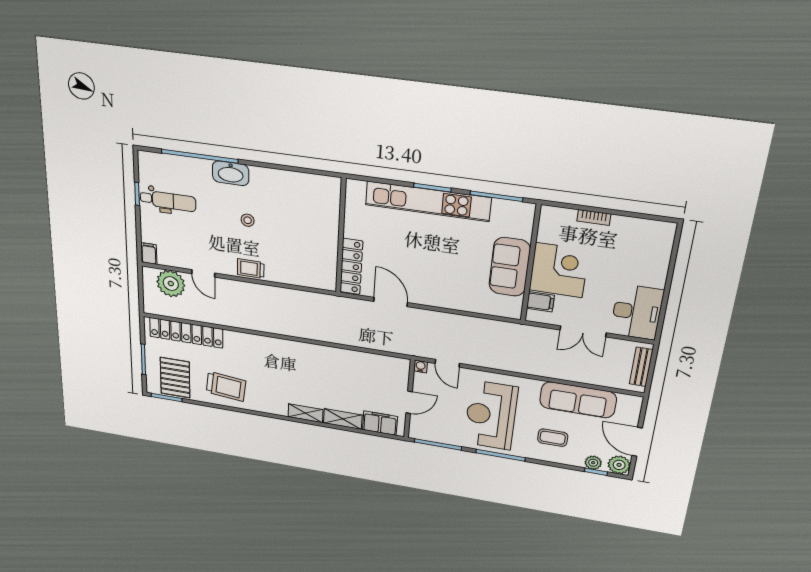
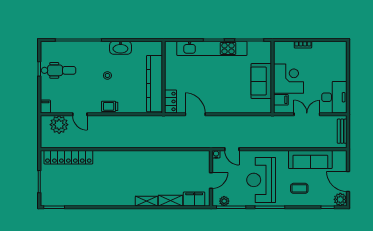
washbasin: (231, 173) -> (120, 48), moved
kitchen counter: (325, 244) -> (154, 84), added
locker: (351, 267) -> (171, 101), width x0.66
double door: (583, 331) -> (307, 114), swing flipped
pallet: (175, 378) -> (60, 191), removed
trolley: (226, 386) -> (94, 191), removed
plant: (593, 463) -> (224, 201), moved

